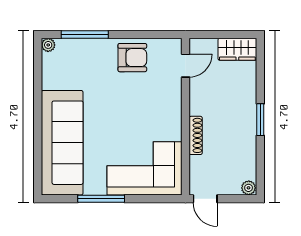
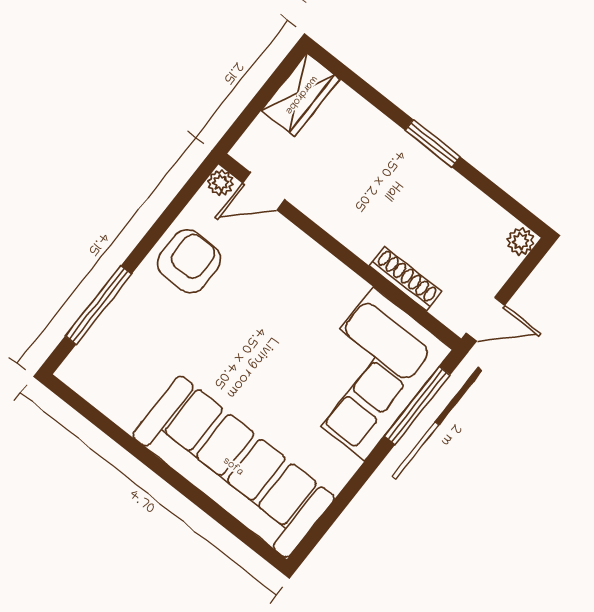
plant: (48, 45) -> (221, 183), moved
door: (185, 66) -> (264, 191), swing flipped
shoe rack: (196, 135) -> (405, 279), moved
window: (101, 199) -> (417, 406), moved

